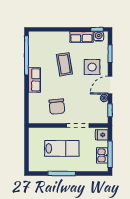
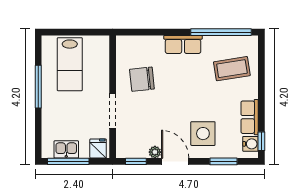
coffee table: (64, 64) -> (232, 69), moved
lab bench: (62, 148) -> (70, 64), moved

